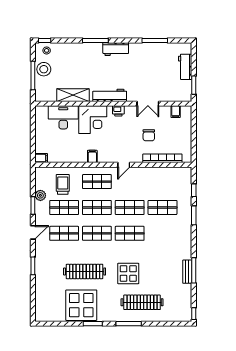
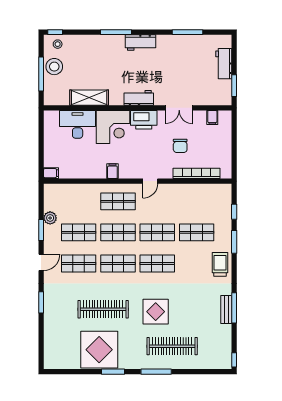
workbench: (110, 95) -> (139, 98), width x0.73
printer: (118, 111) -> (144, 120), width x1.87, depth x1.48
trolley: (63, 184) -> (220, 264), moved

